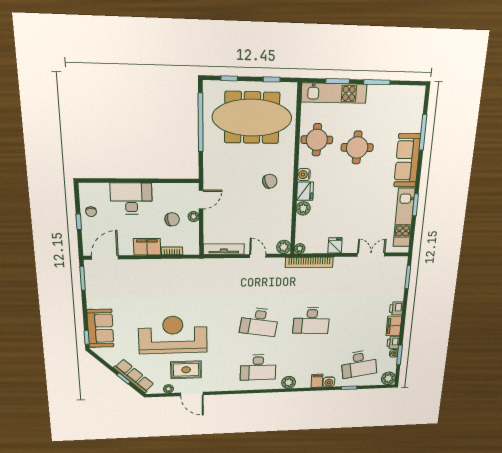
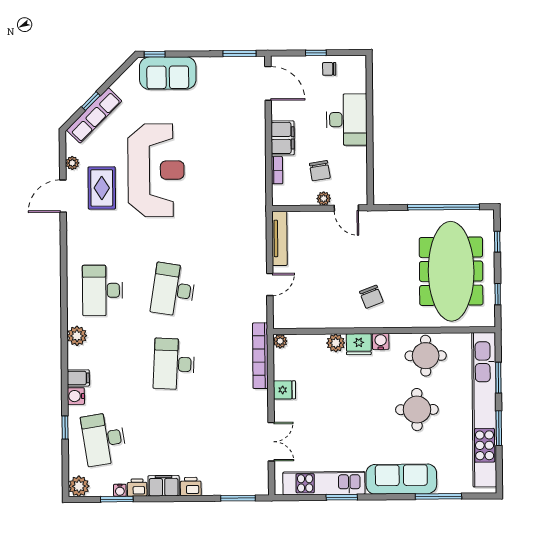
kitchen unit: (334, 93) -> (484, 410), width x1.86
plant: (284, 247) -> (282, 319), removed

